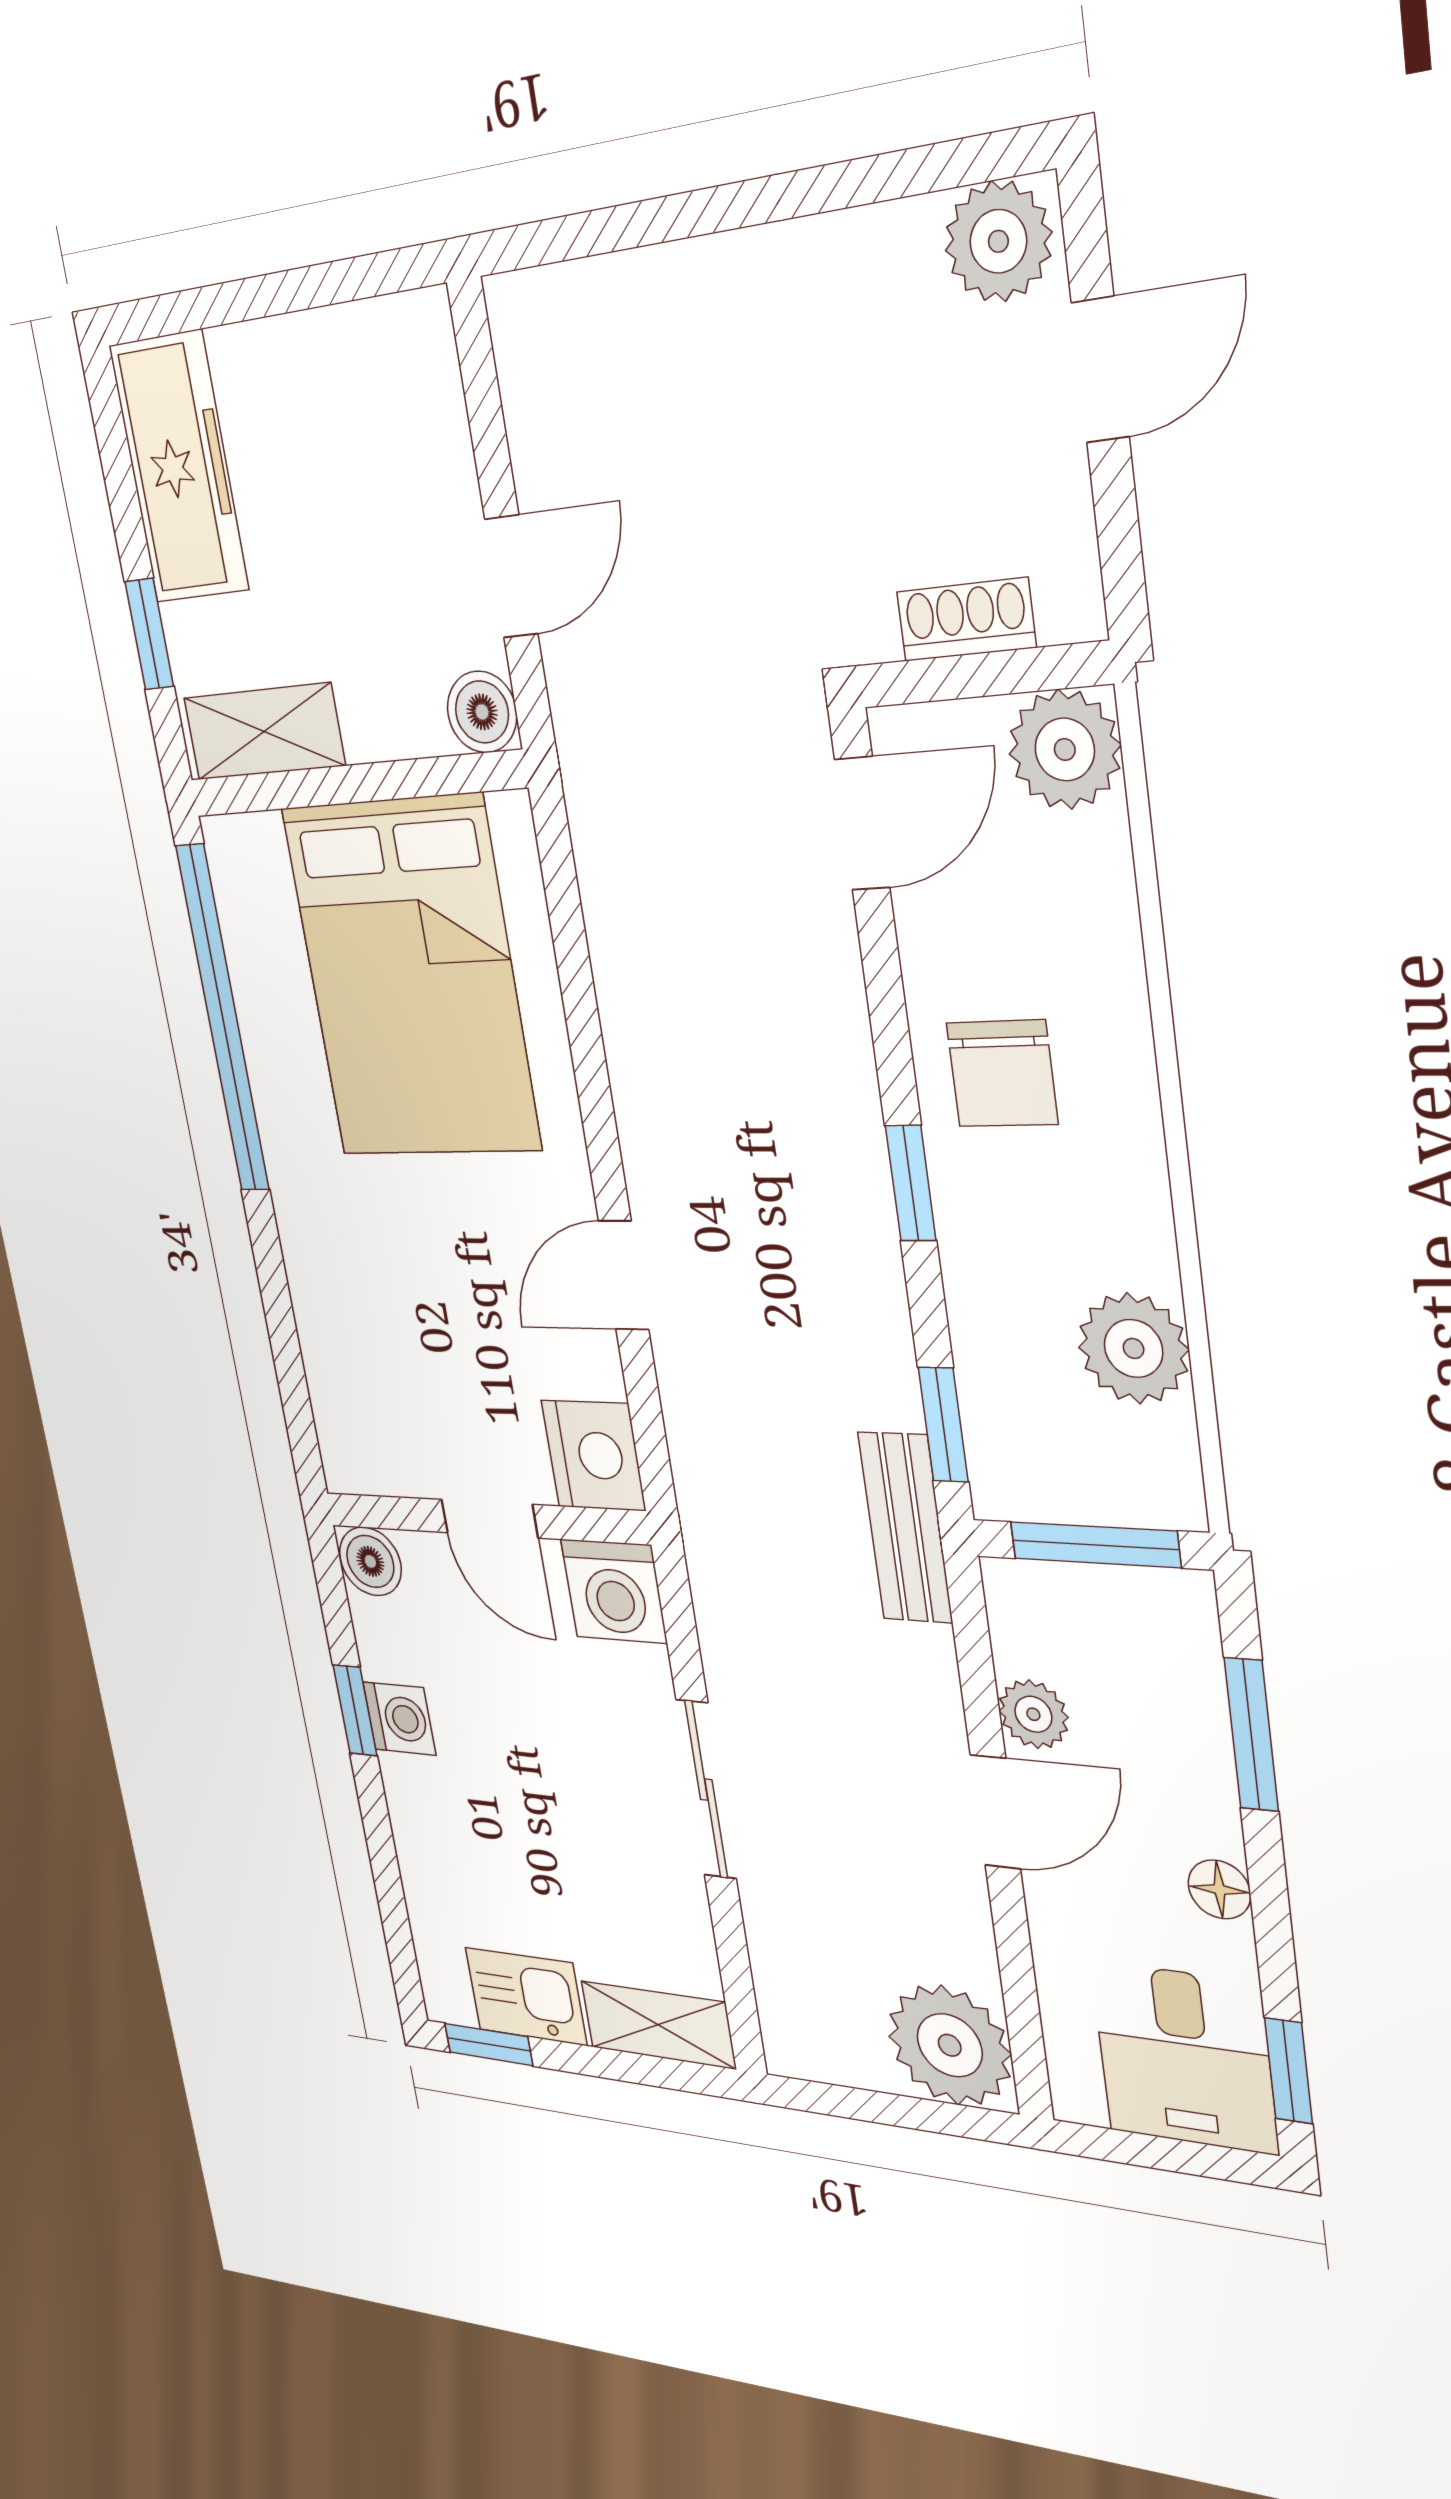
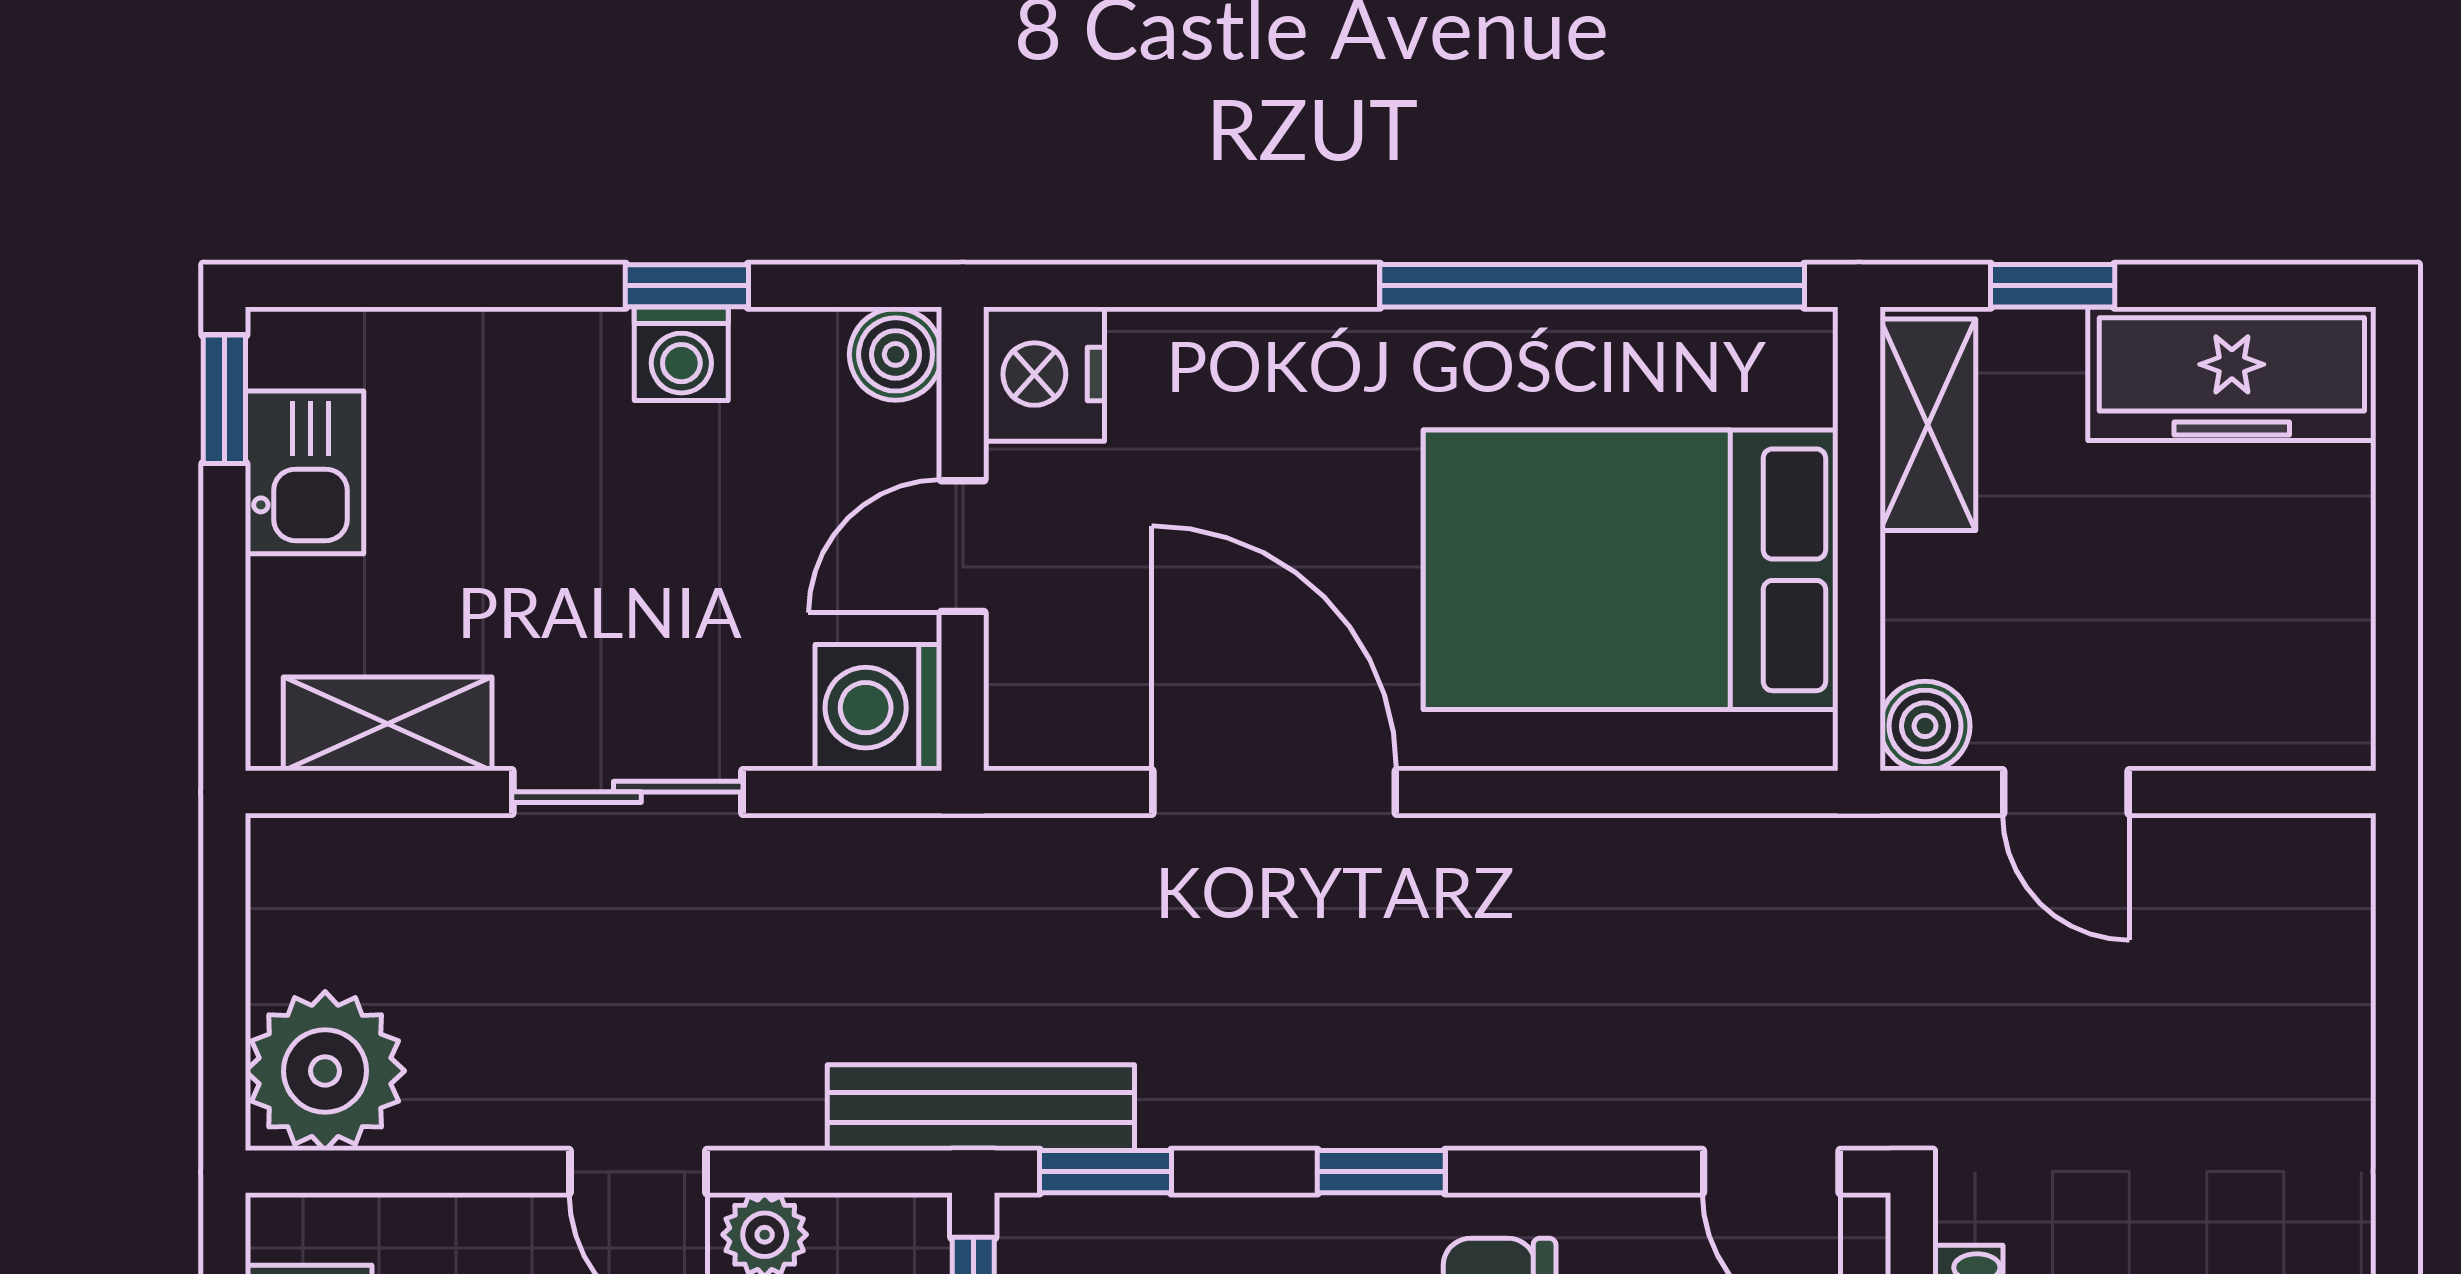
door: (624, 1275) -> (1274, 792), width x1.87
nightstand: (594, 1455) -> (1044, 374), moved, turned 90
bench: (905, 1528) -> (981, 1108), width x1.36
shelving: (658, 2025) -> (388, 724), moved, turned 90

